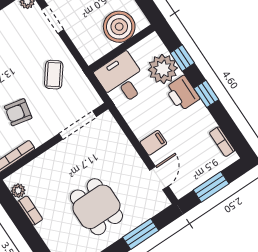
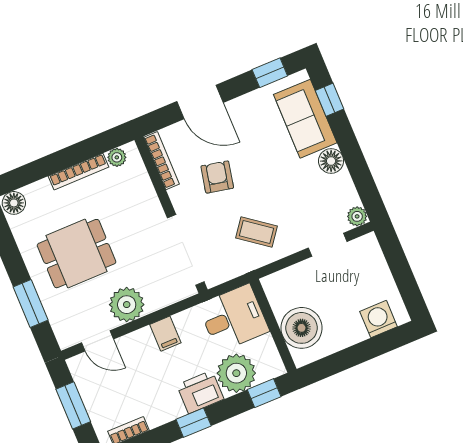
window: (182, 58) -> (264, 393), moved
doorway: (78, 125) -> (186, 250), width x1.36
filing cabinet: (153, 143) -> (165, 334), moved
plant: (127, 162) -> (127, 305), added
bookcase: (30, 211) -> (79, 172), width x1.56

